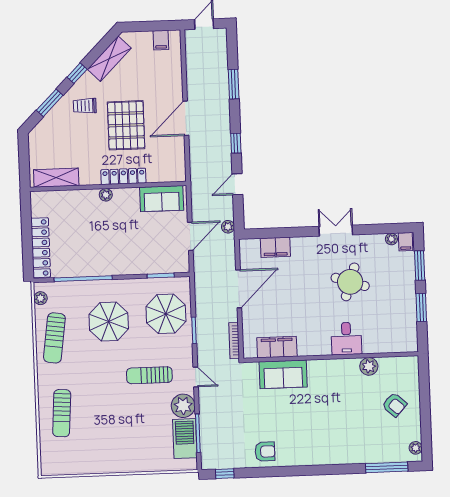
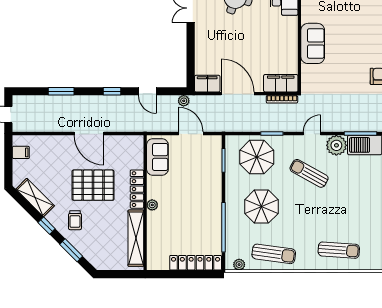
shelving: (56, 178) -> (136, 238), width x1.47
filing cabinet: (275, 247) -> (207, 84), moved, turned -90
filing cabinet: (277, 347) -> (281, 83), moved, turned 90
sofa: (283, 374) -> (313, 43), moved
sun lounger: (149, 375) -> (309, 173), turned 119

